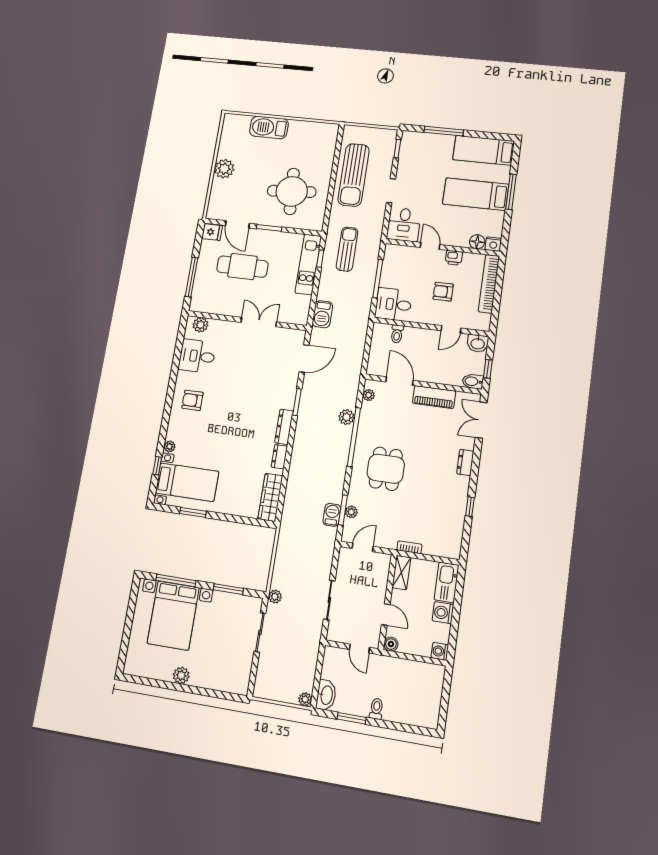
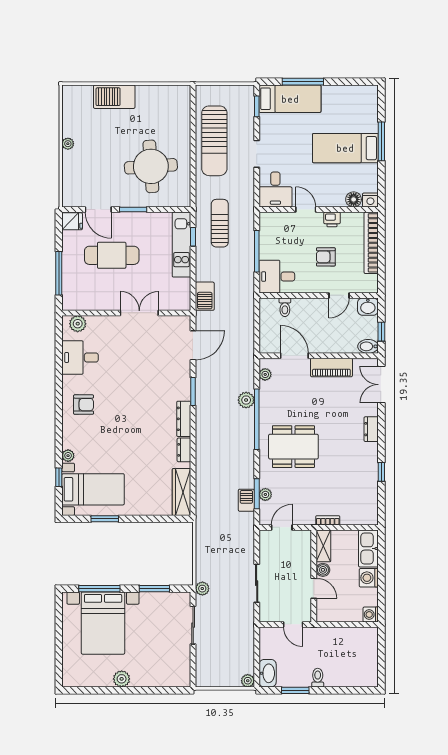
bed: (483, 150) -> (290, 99), moved, turned 180
plant: (224, 169) -> (68, 144), width x0.53, depth x0.53
armchair: (192, 400) -> (84, 405), turned 180
dining table: (386, 469) -> (293, 447), width x1.38
boiler: (391, 644) -> (323, 570), moved

